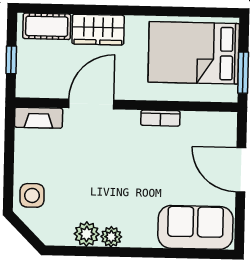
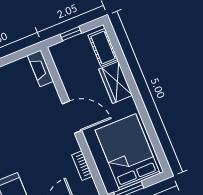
door: (91, 104) -> (72, 117), moved
bookcase: (160, 118) -> (82, 166), moved

